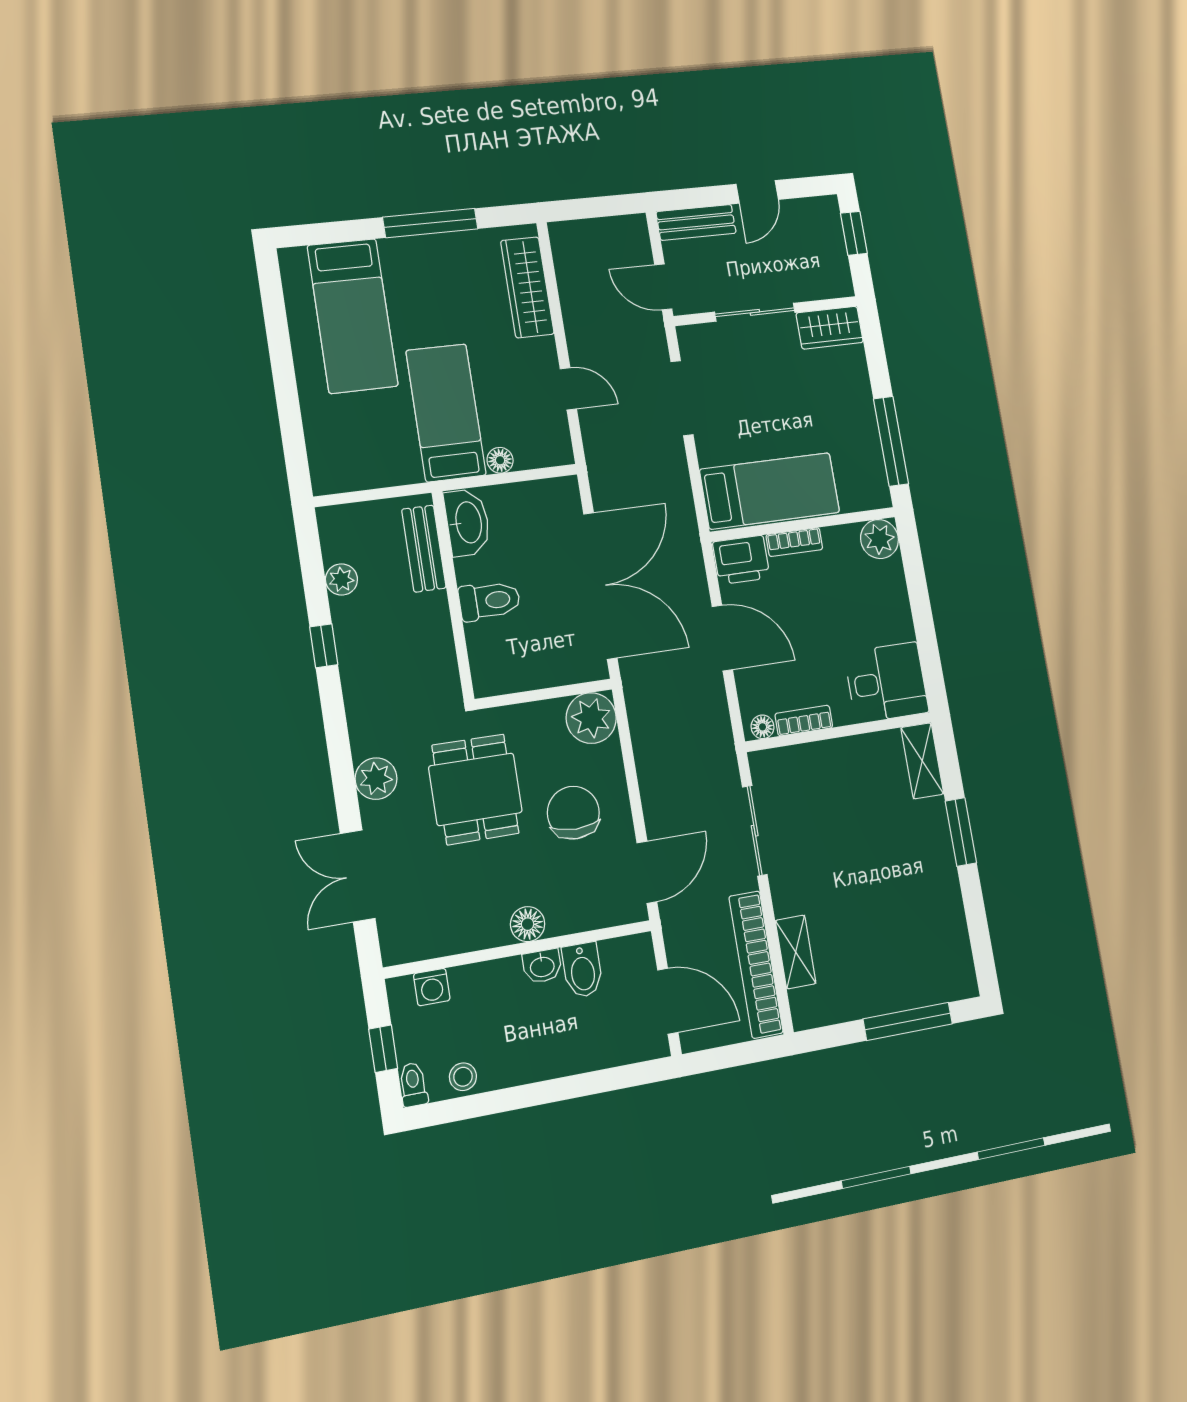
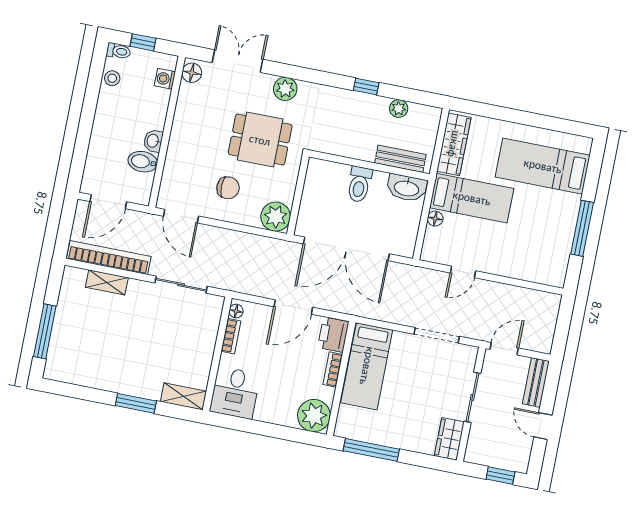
wardrobe: (527, 287) -> (454, 144), moved, turned 90
plant: (879, 539) -> (314, 416), width x1.36, depth x1.36
chair: (573, 813) -> (228, 188), width x0.73, depth x0.73
floor lamp: (528, 924) -> (192, 73), moved

